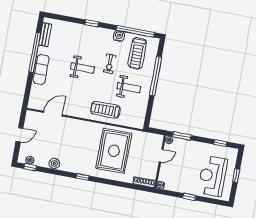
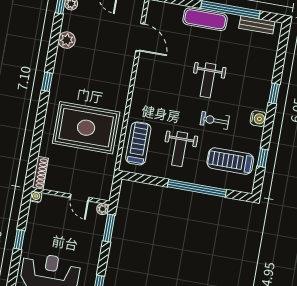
window: (135, 31) -> (263, 158), width x0.32
water cooler: (119, 36) -> (258, 119), moved
treadmill: (105, 110) -> (138, 143), moved

